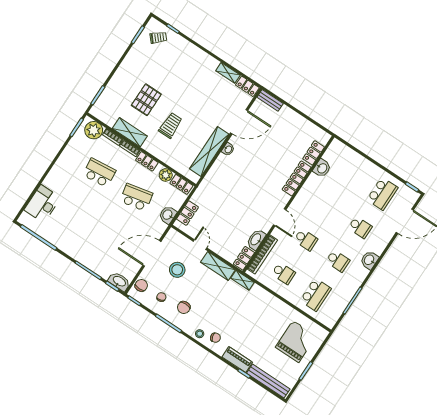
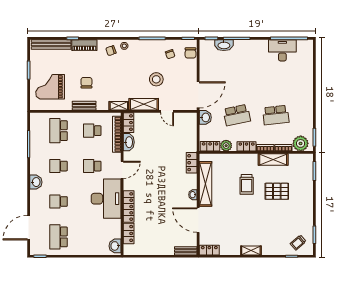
shelving: (228, 73) -> (251, 250), moved
pallet: (146, 100) -> (277, 191), turned 90
door: (239, 122) -> (198, 220), hinge flipped
washbasin: (322, 168) -> (115, 246), moved
desk: (313, 200) -> (106, 199), added
desk: (42, 204) -> (282, 50), moved, turned -90
locker: (187, 213) -> (192, 163), moved
door: (280, 217) -> (122, 170), swing flipped
door: (152, 253) -> (198, 95), moved
stool: (177, 270) -> (156, 79), moved
washbasin: (119, 281) -> (224, 45), moved
bench: (275, 302) -> (84, 106), added
chair: (184, 307) -> (86, 83), moved
grand piano: (296, 341) -> (50, 87), turned 90

